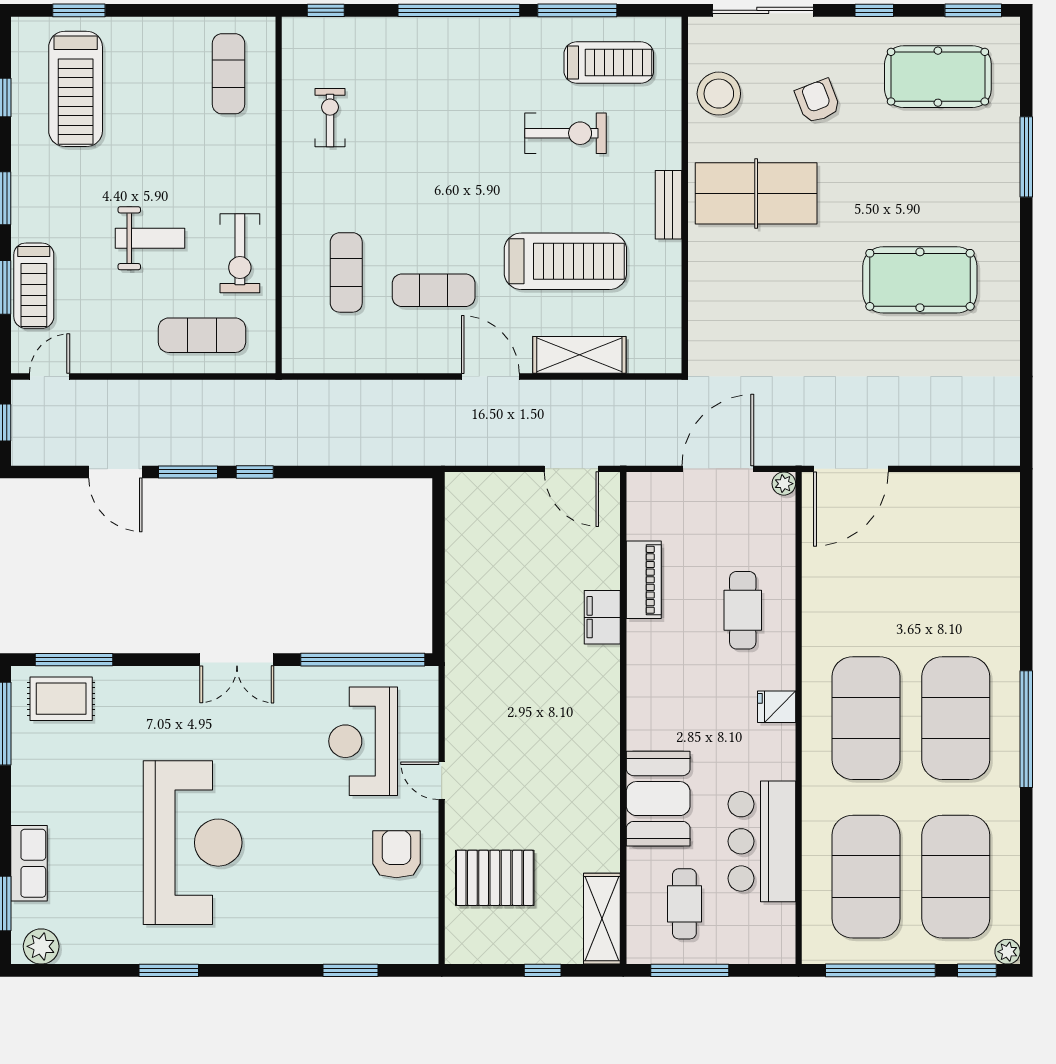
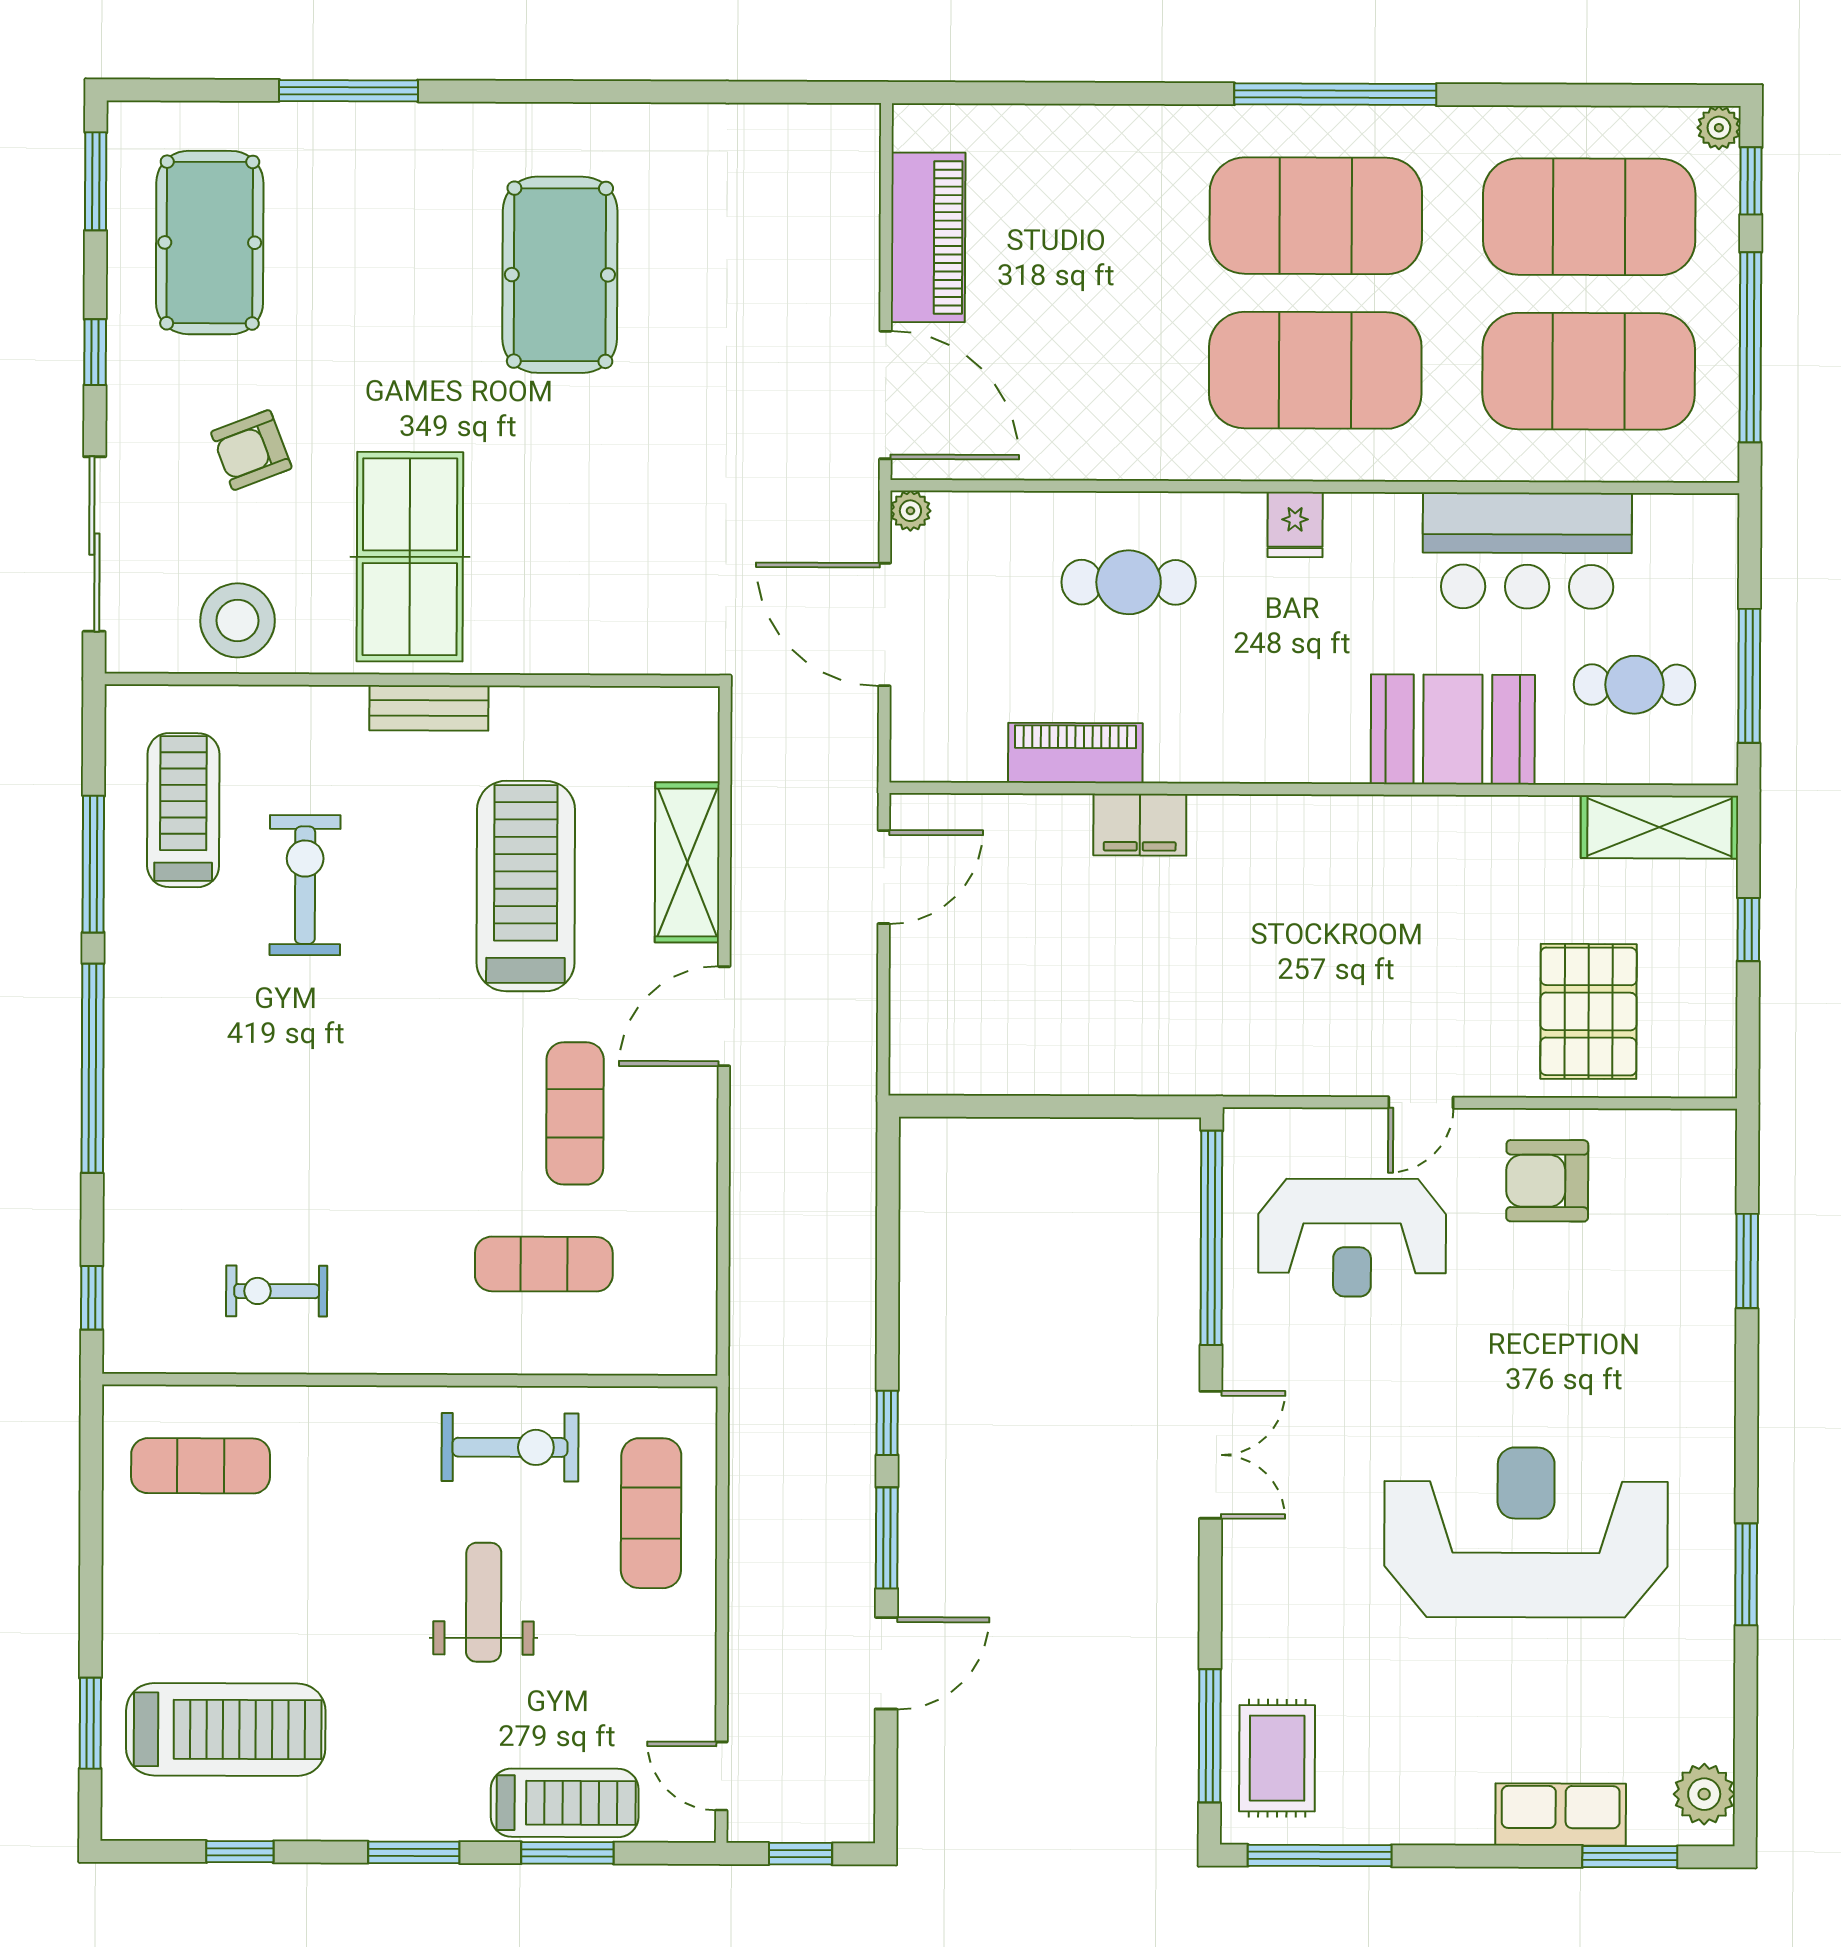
piano: (942, 493) -> (928, 237), added

